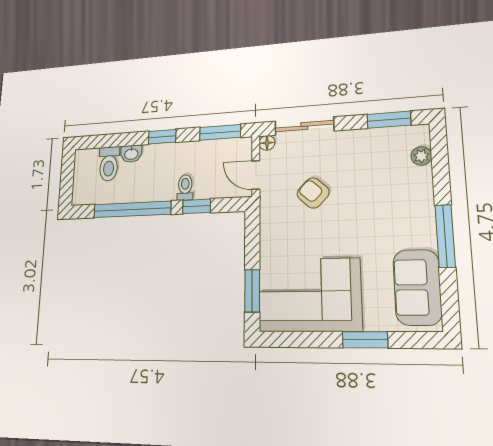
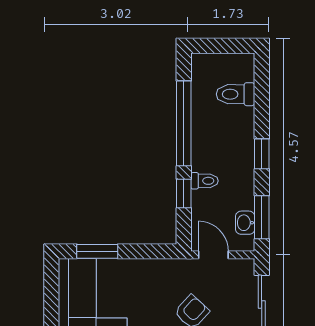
floor lamp: (267, 143) -> (247, 266), removed
washbasin: (131, 154) -> (245, 223), moved
door: (256, 175) -> (213, 255), hinge flipped

